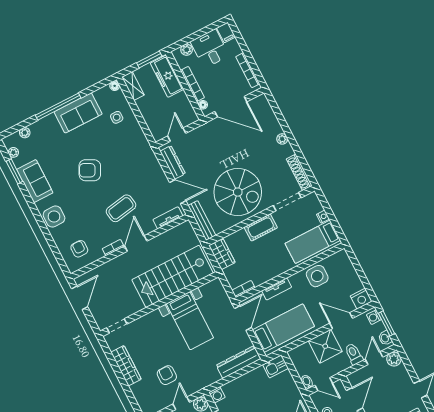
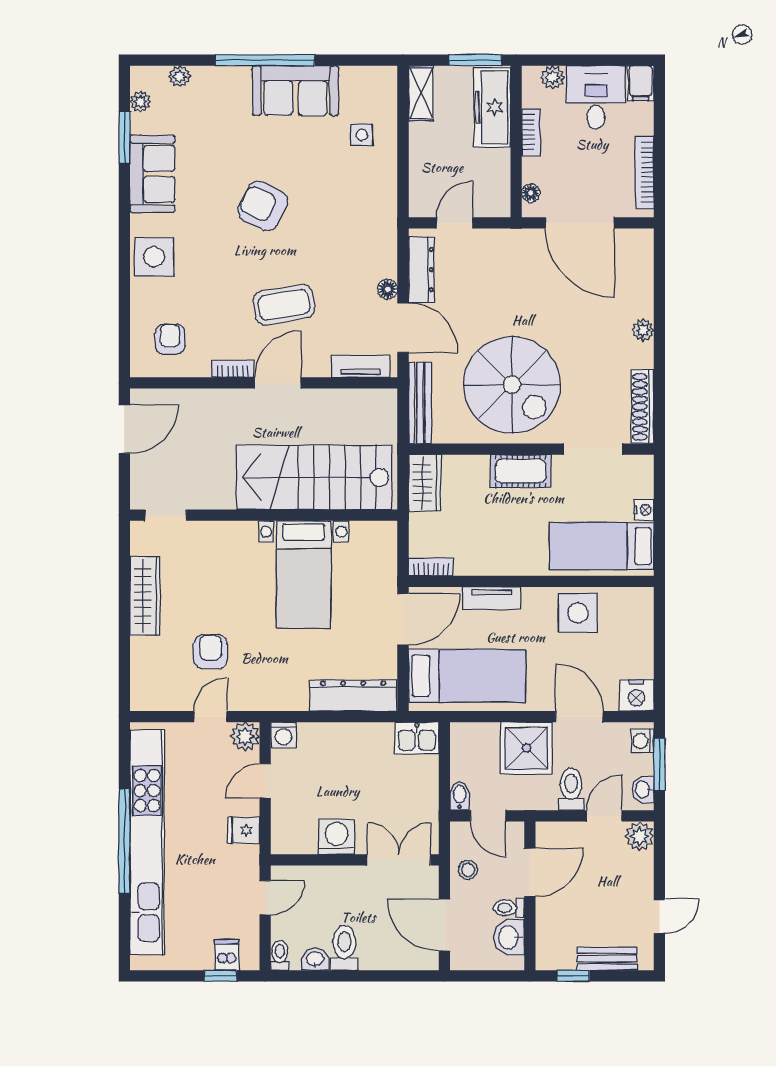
bookcase: (192, 84) -> (531, 132), width x0.64
floor lamp: (115, 86) -> (388, 289), moved

